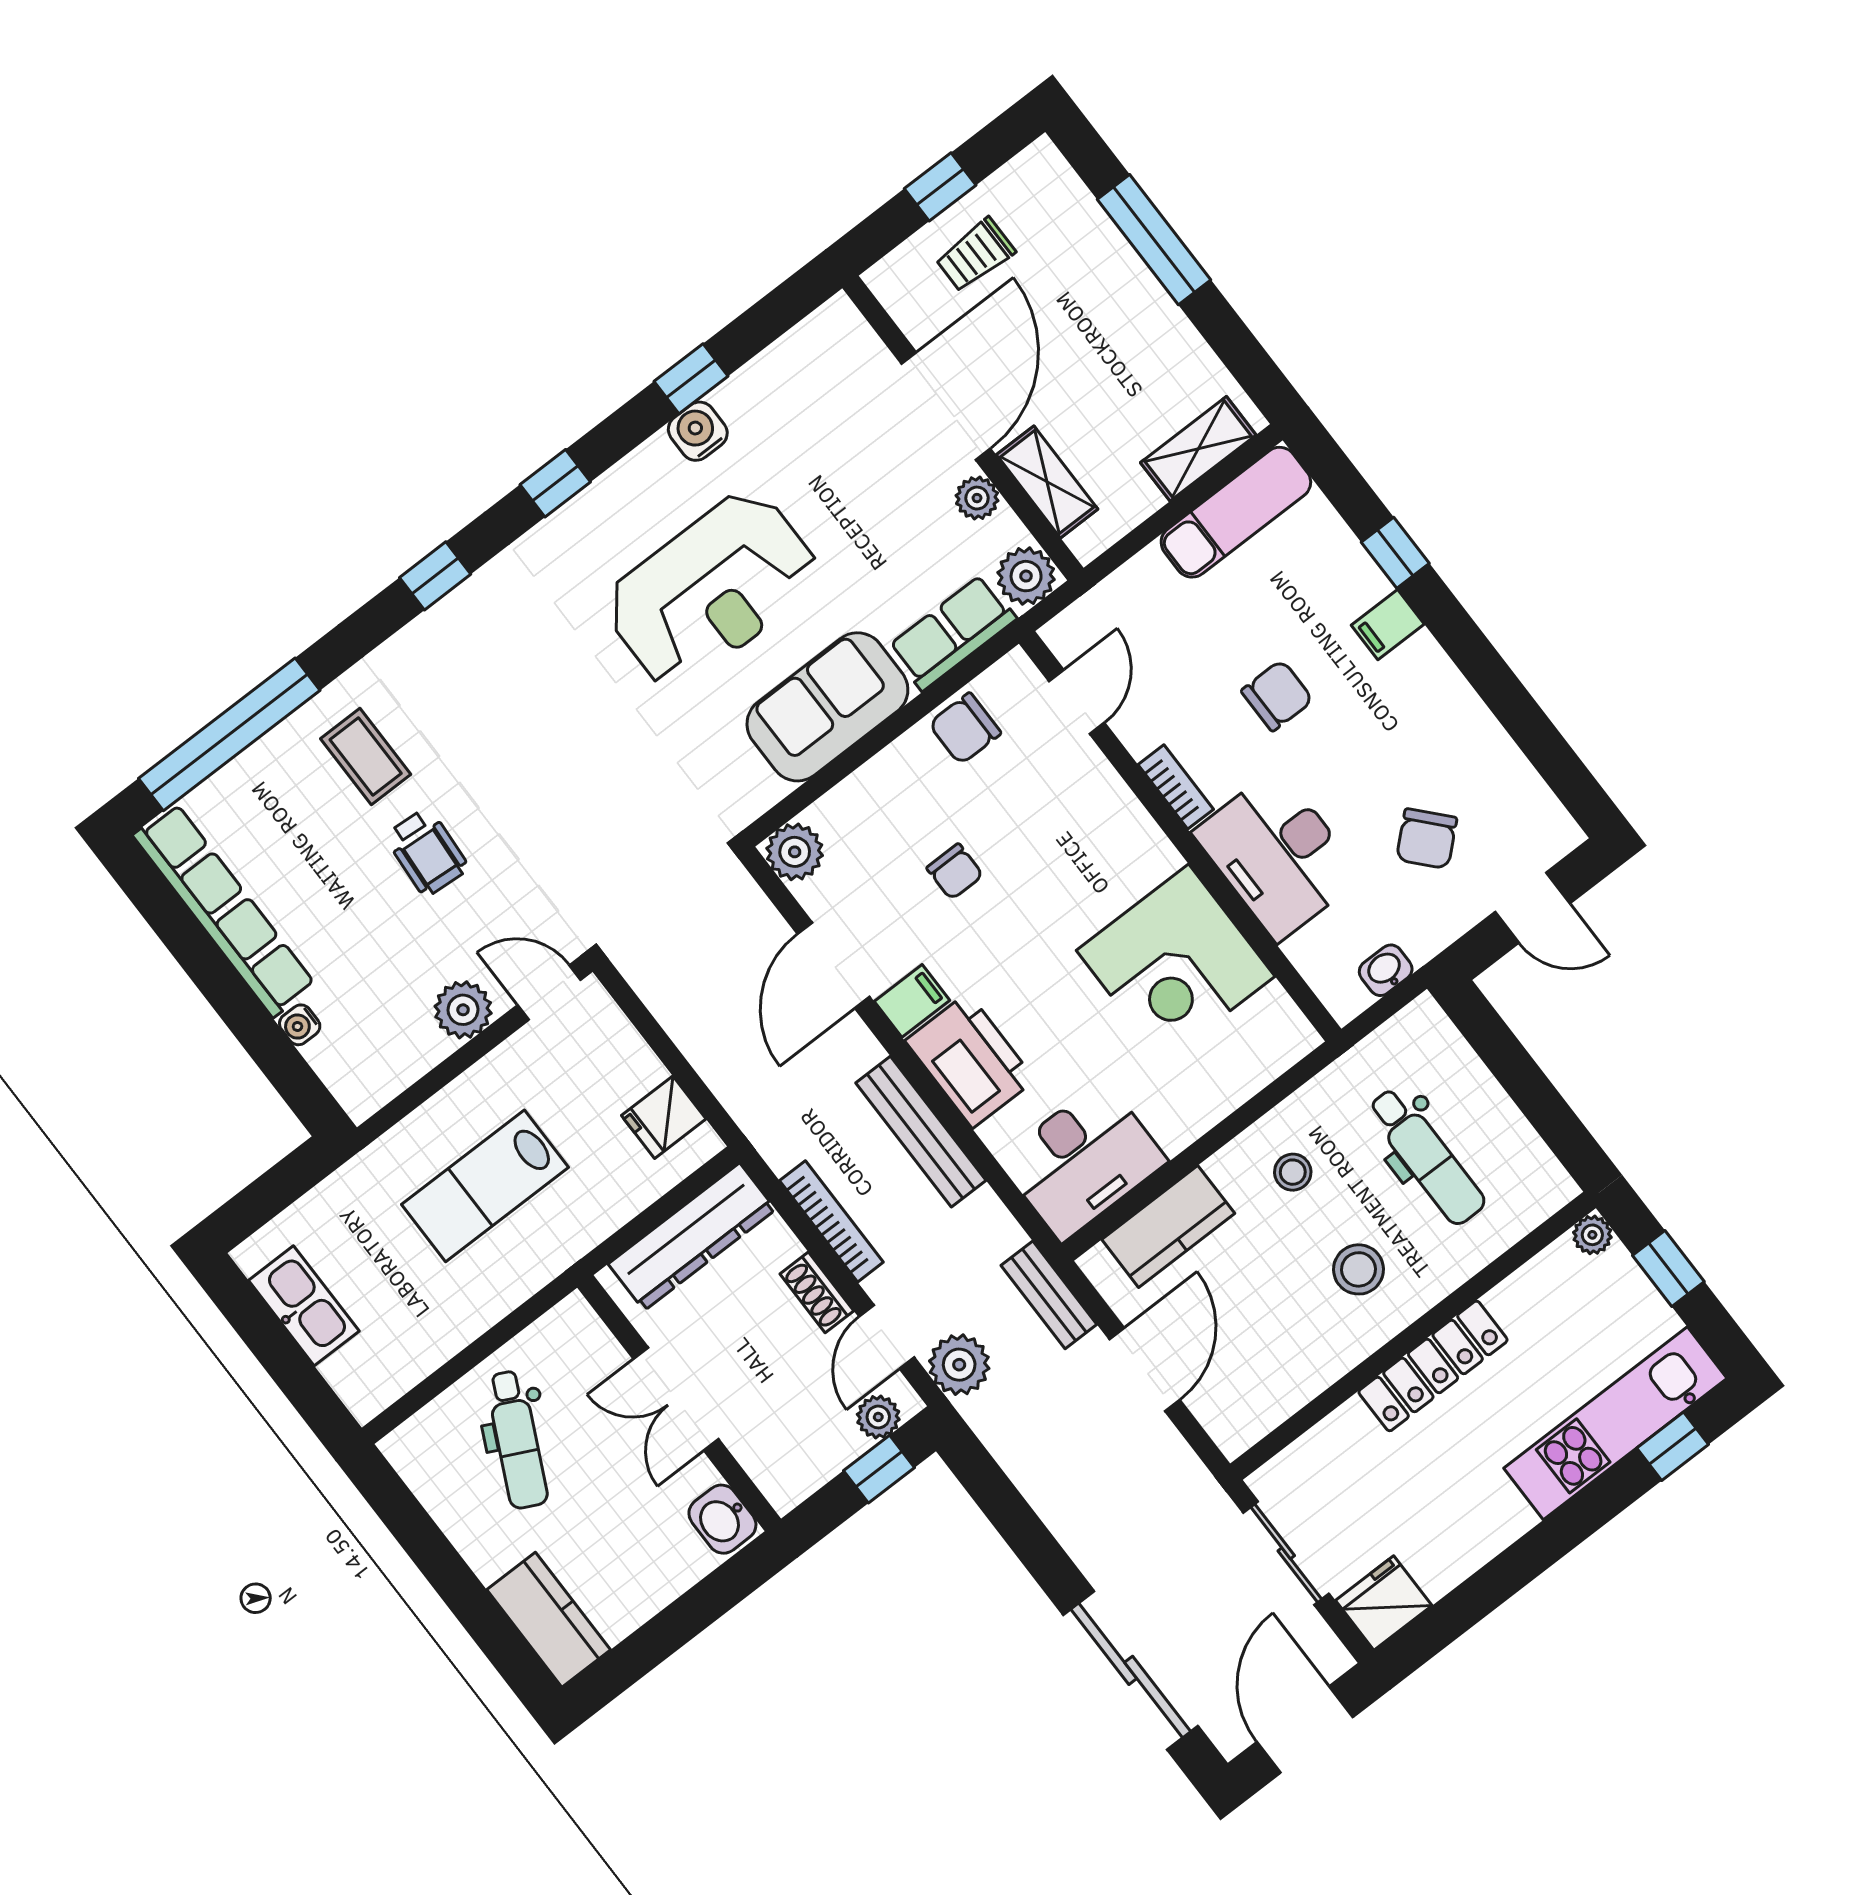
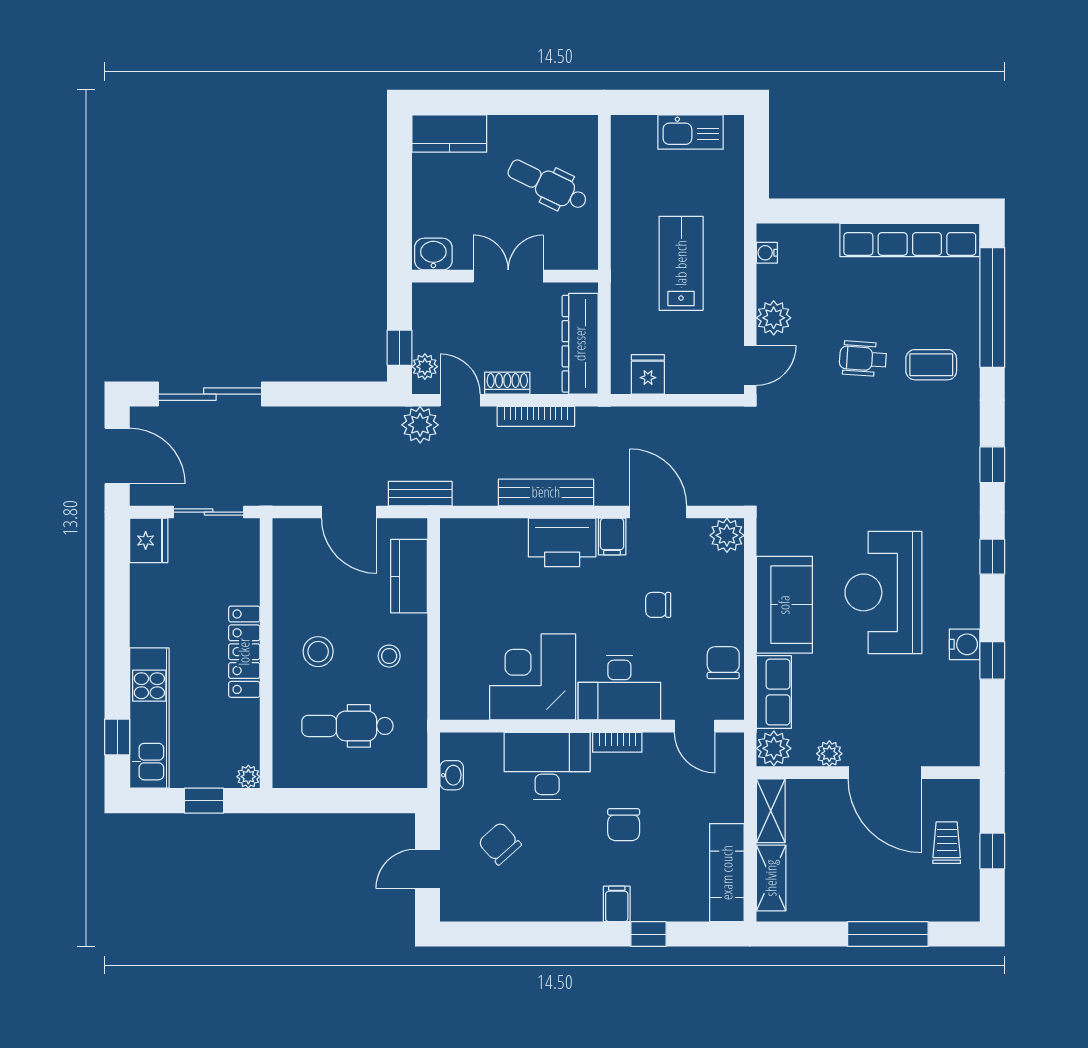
shelving: (1047, 482) -> (771, 811), moved, turned 90
water cooler: (300, 1025) -> (767, 253), moved, turned -90
desk: (1083, 1160) -> (619, 687), moved, turned -90

